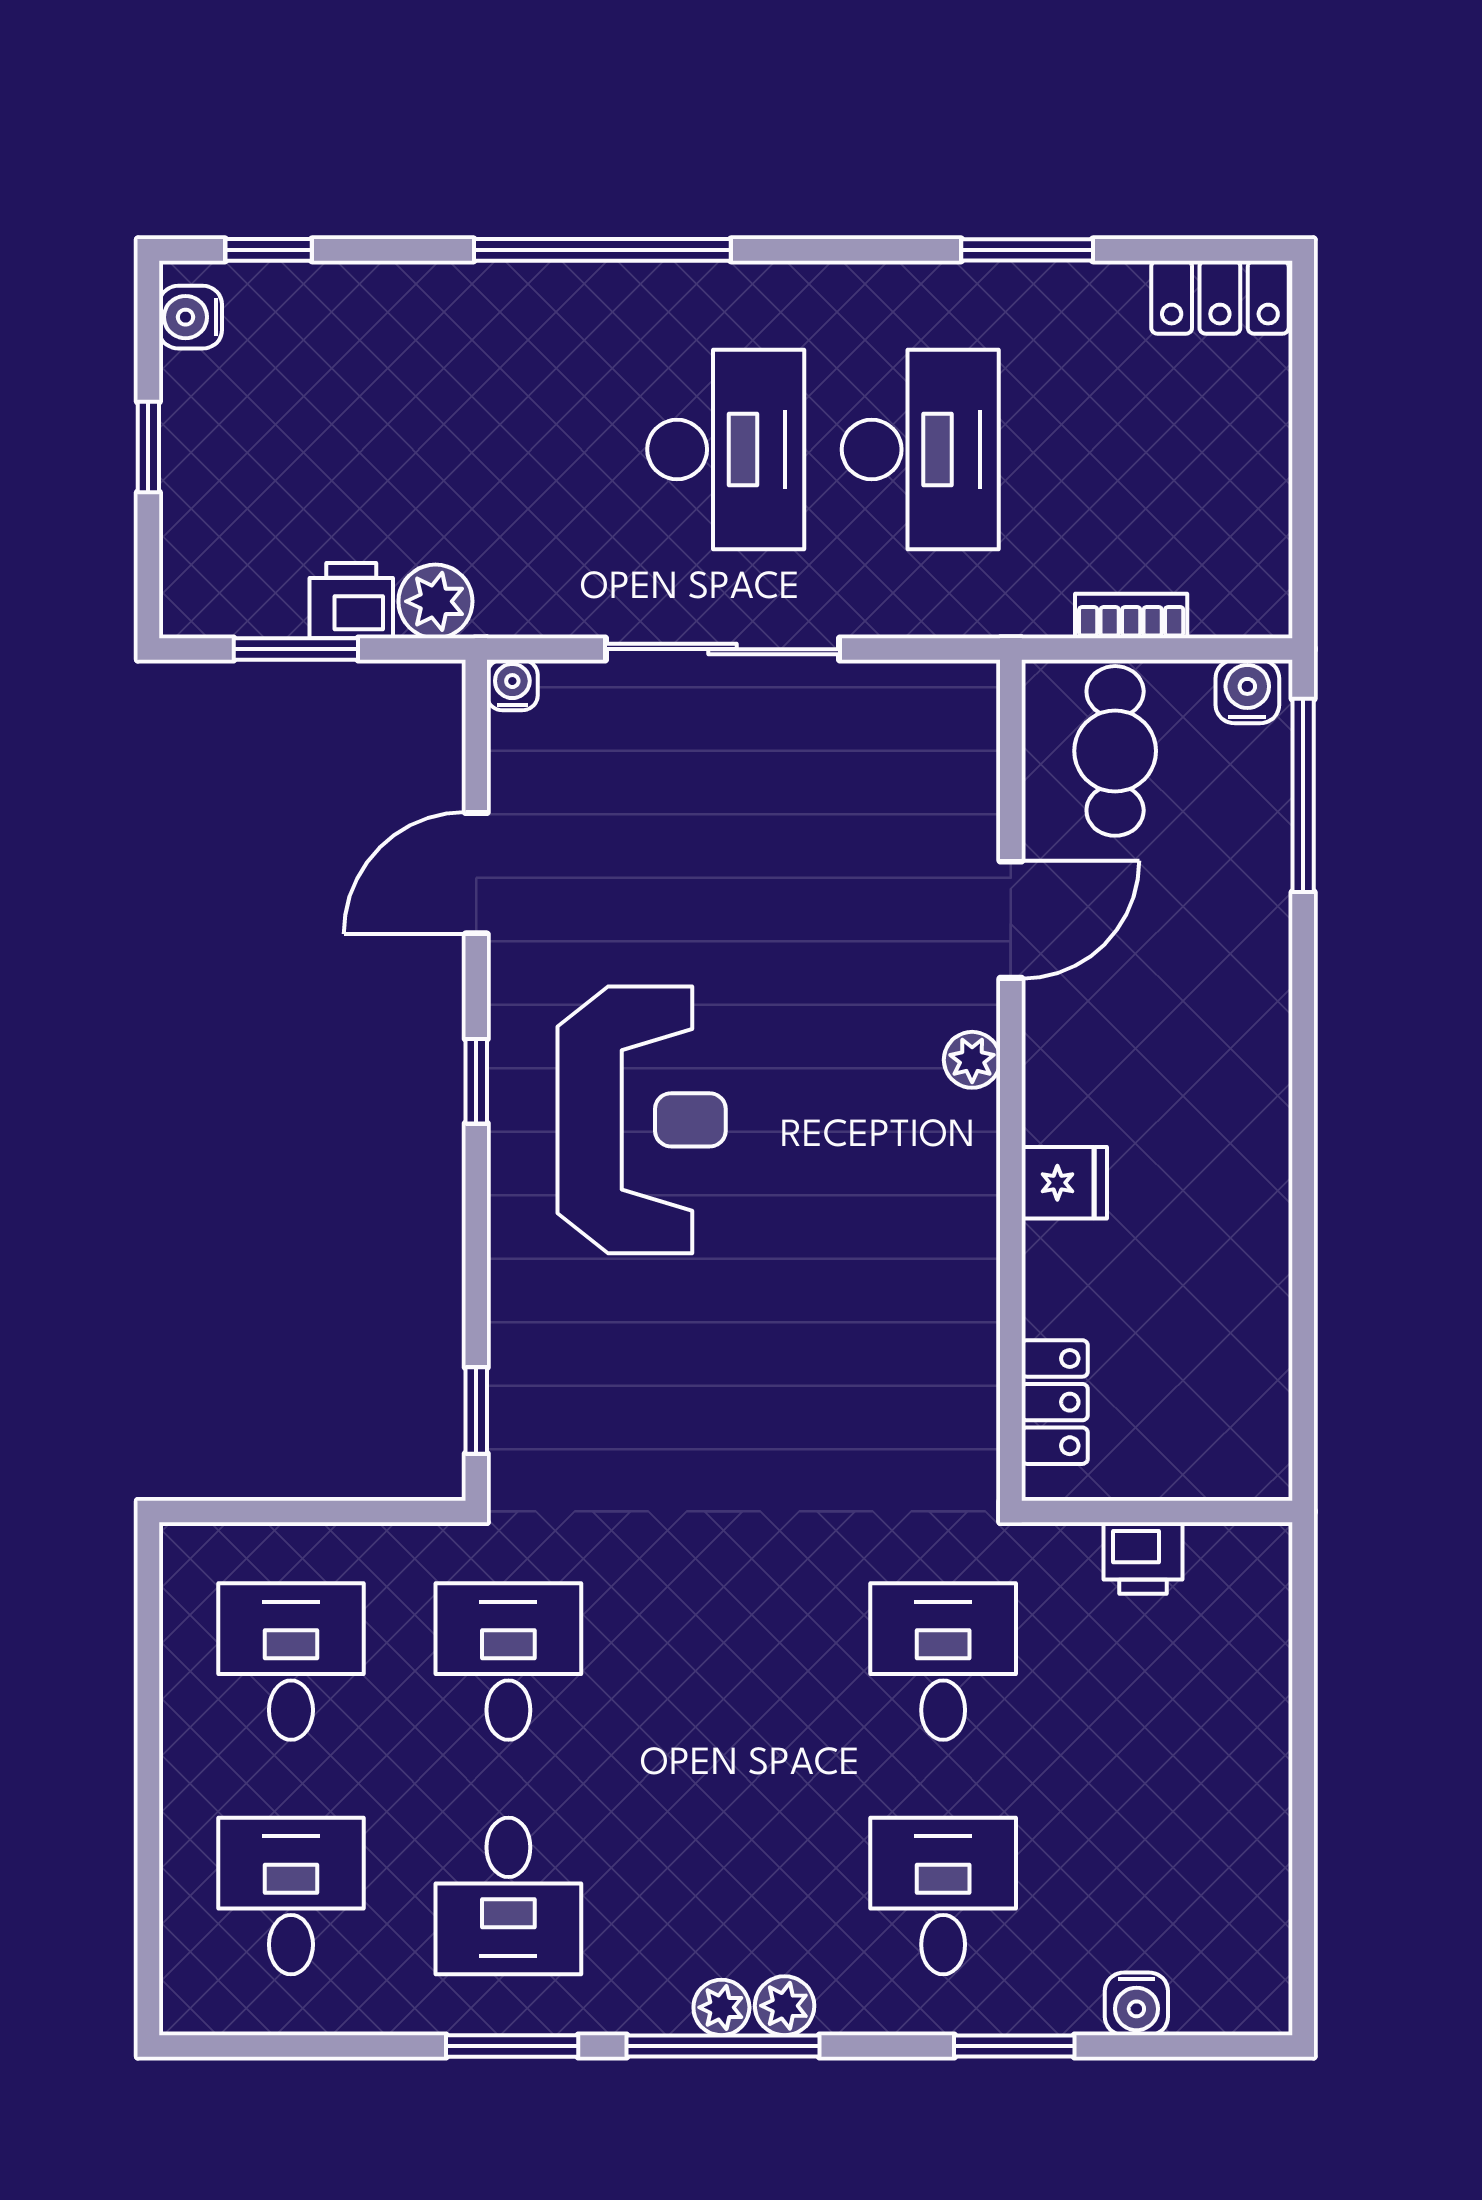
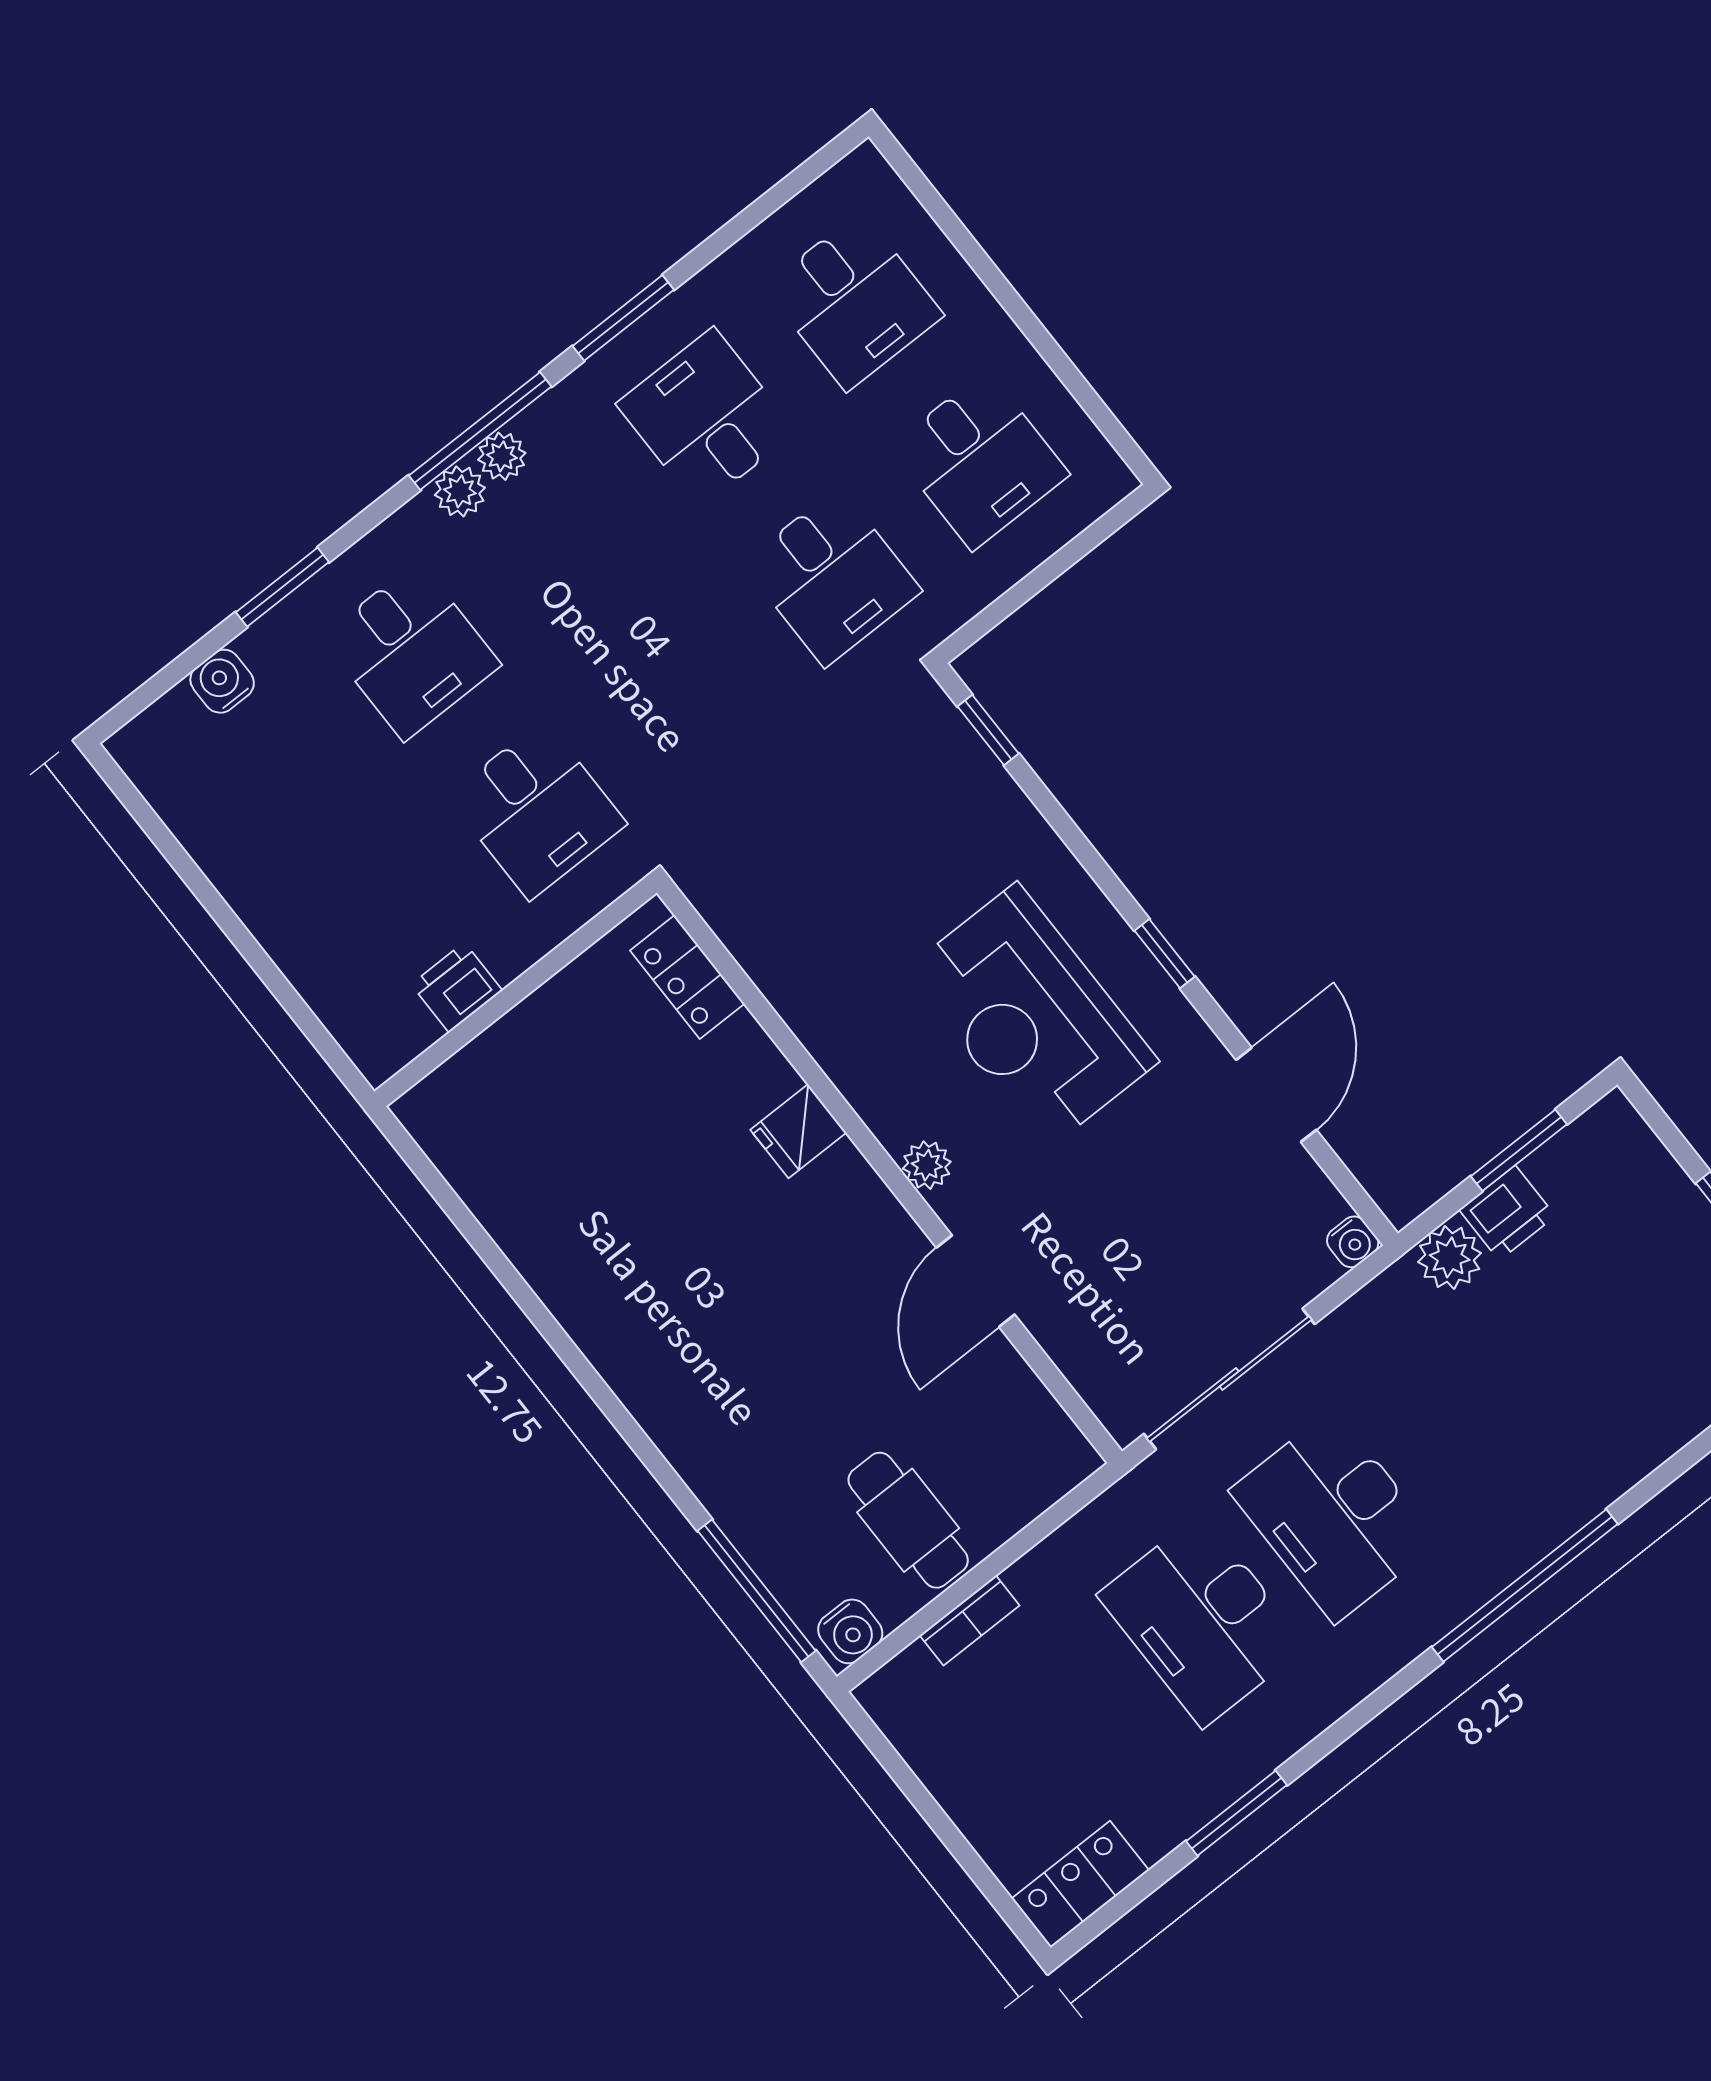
door: (1011, 920) -> (976, 1281), moved
plant: (972, 1060) -> (927, 1165), moved
wall: (1011, 1080) -> (889, 1172), moved
fridge: (1064, 1183) -> (798, 1131), moved
locker: (1055, 1402) -> (687, 977), moved

